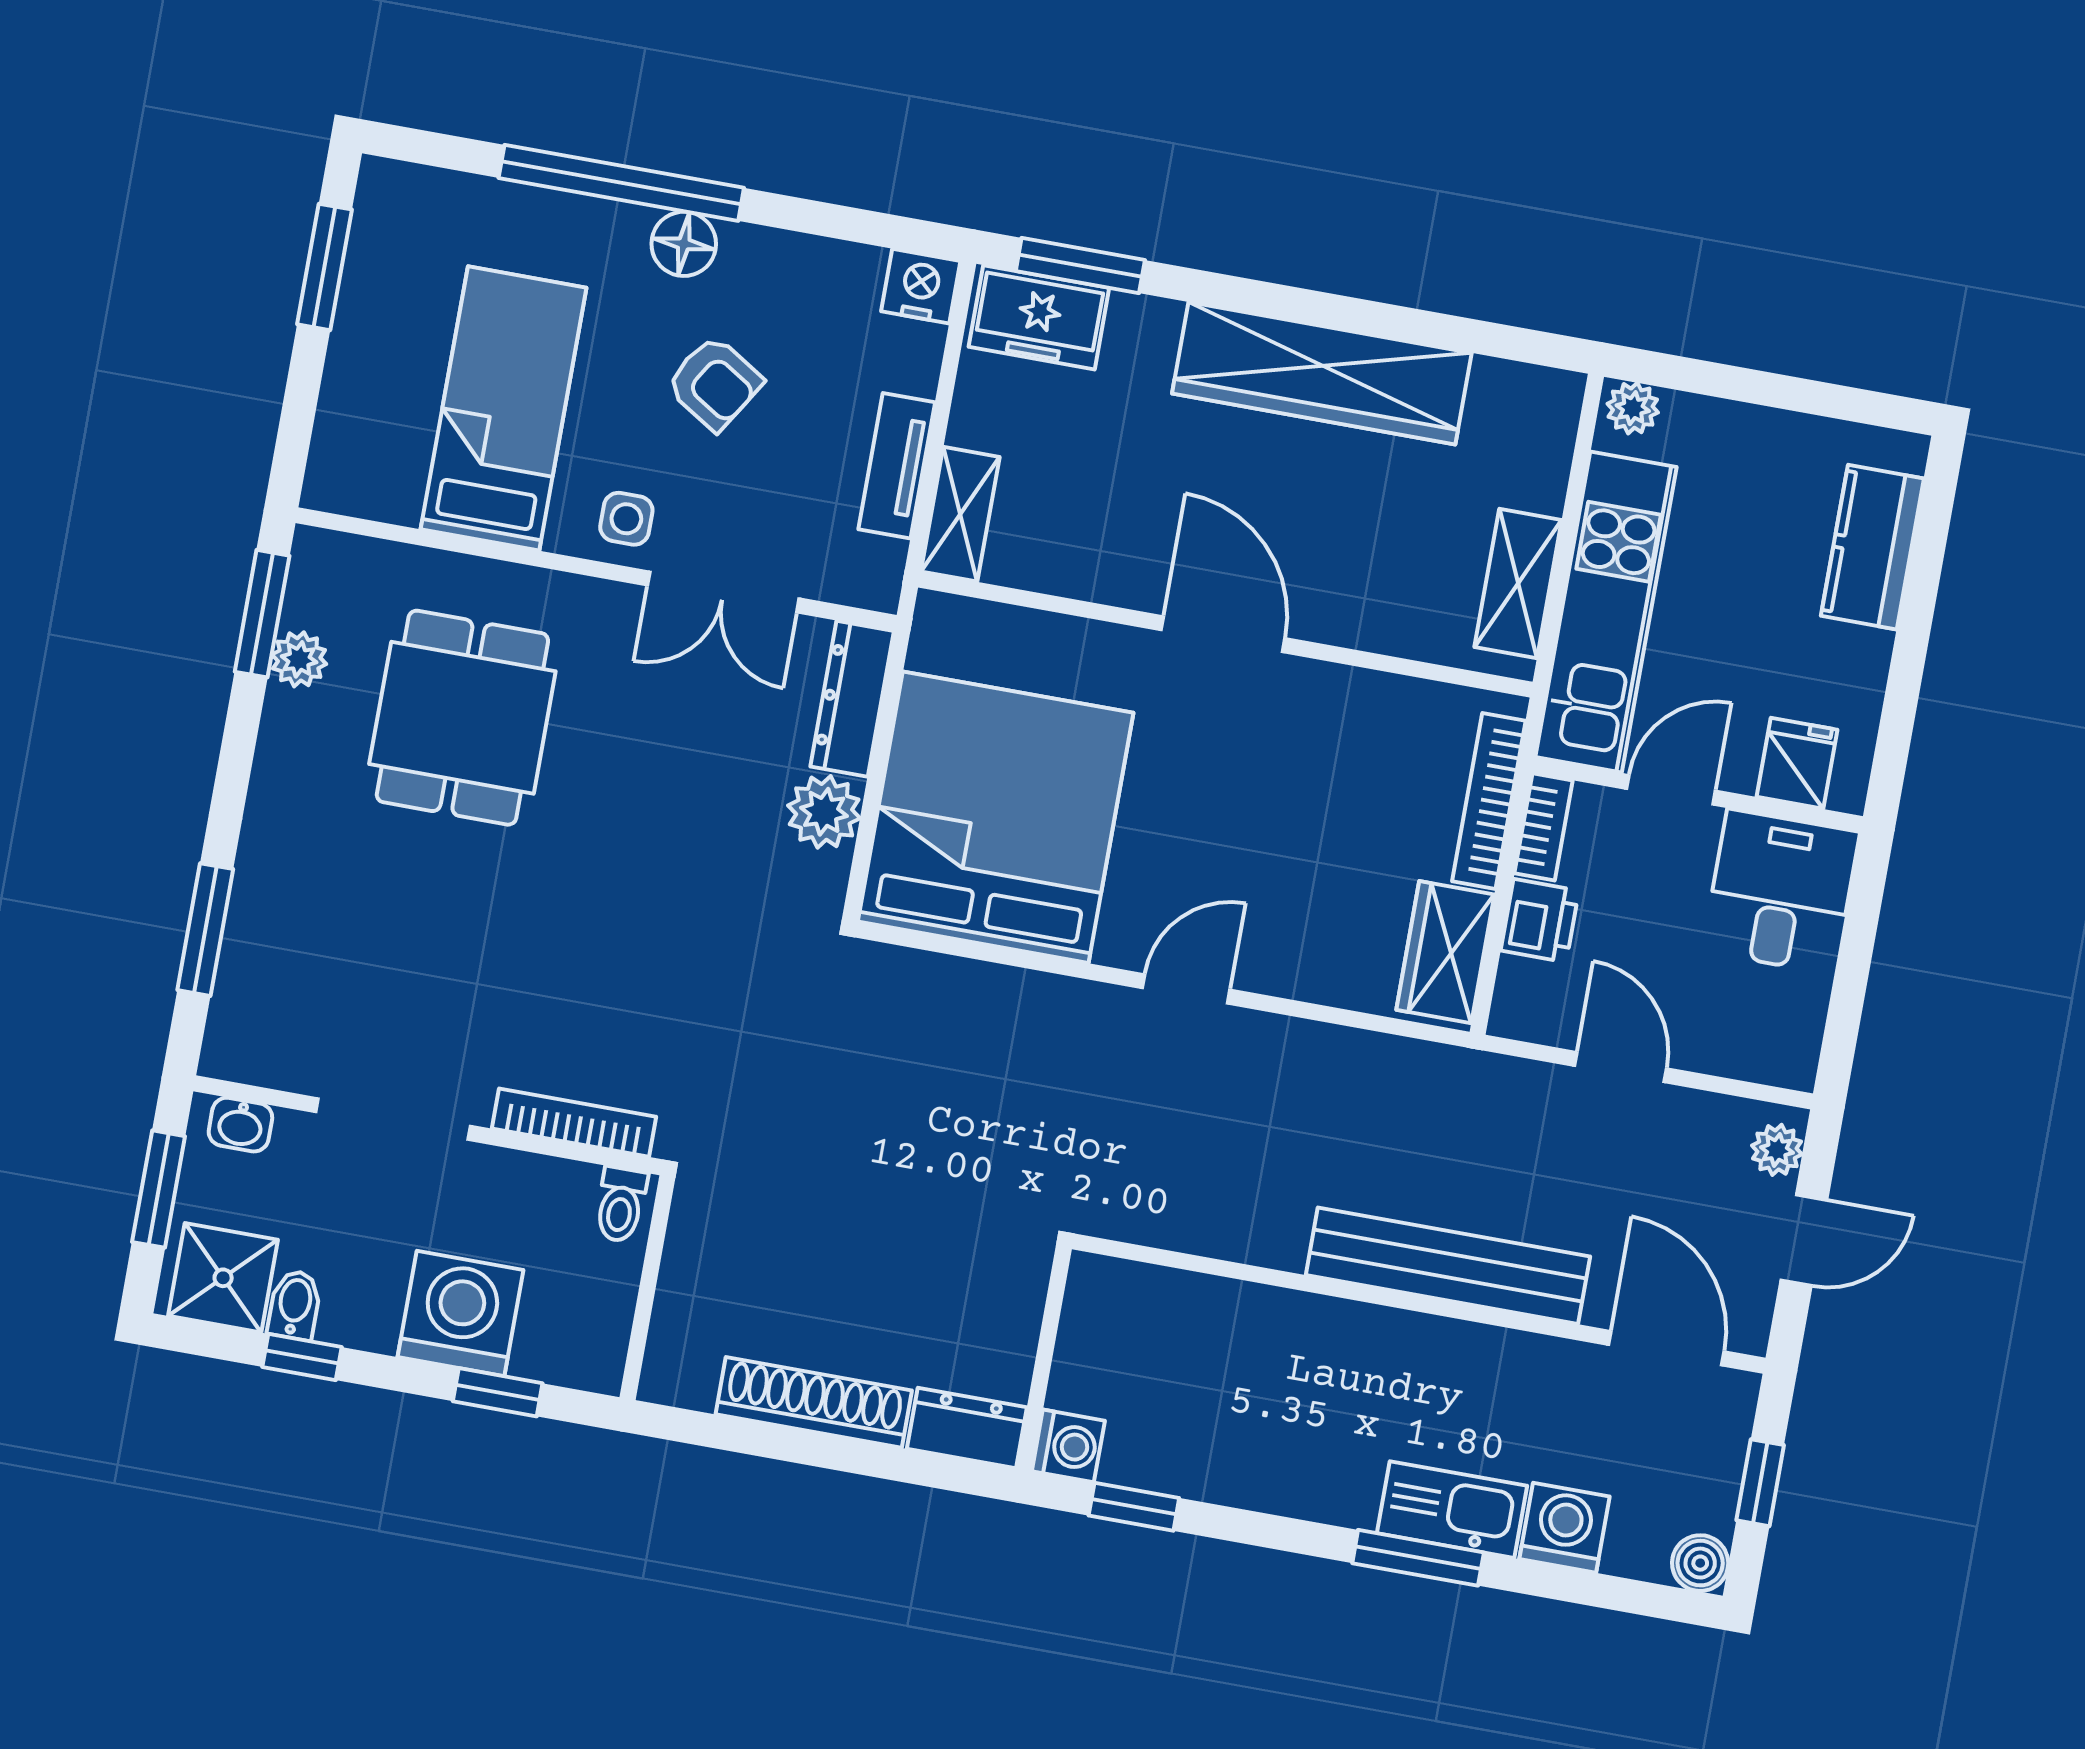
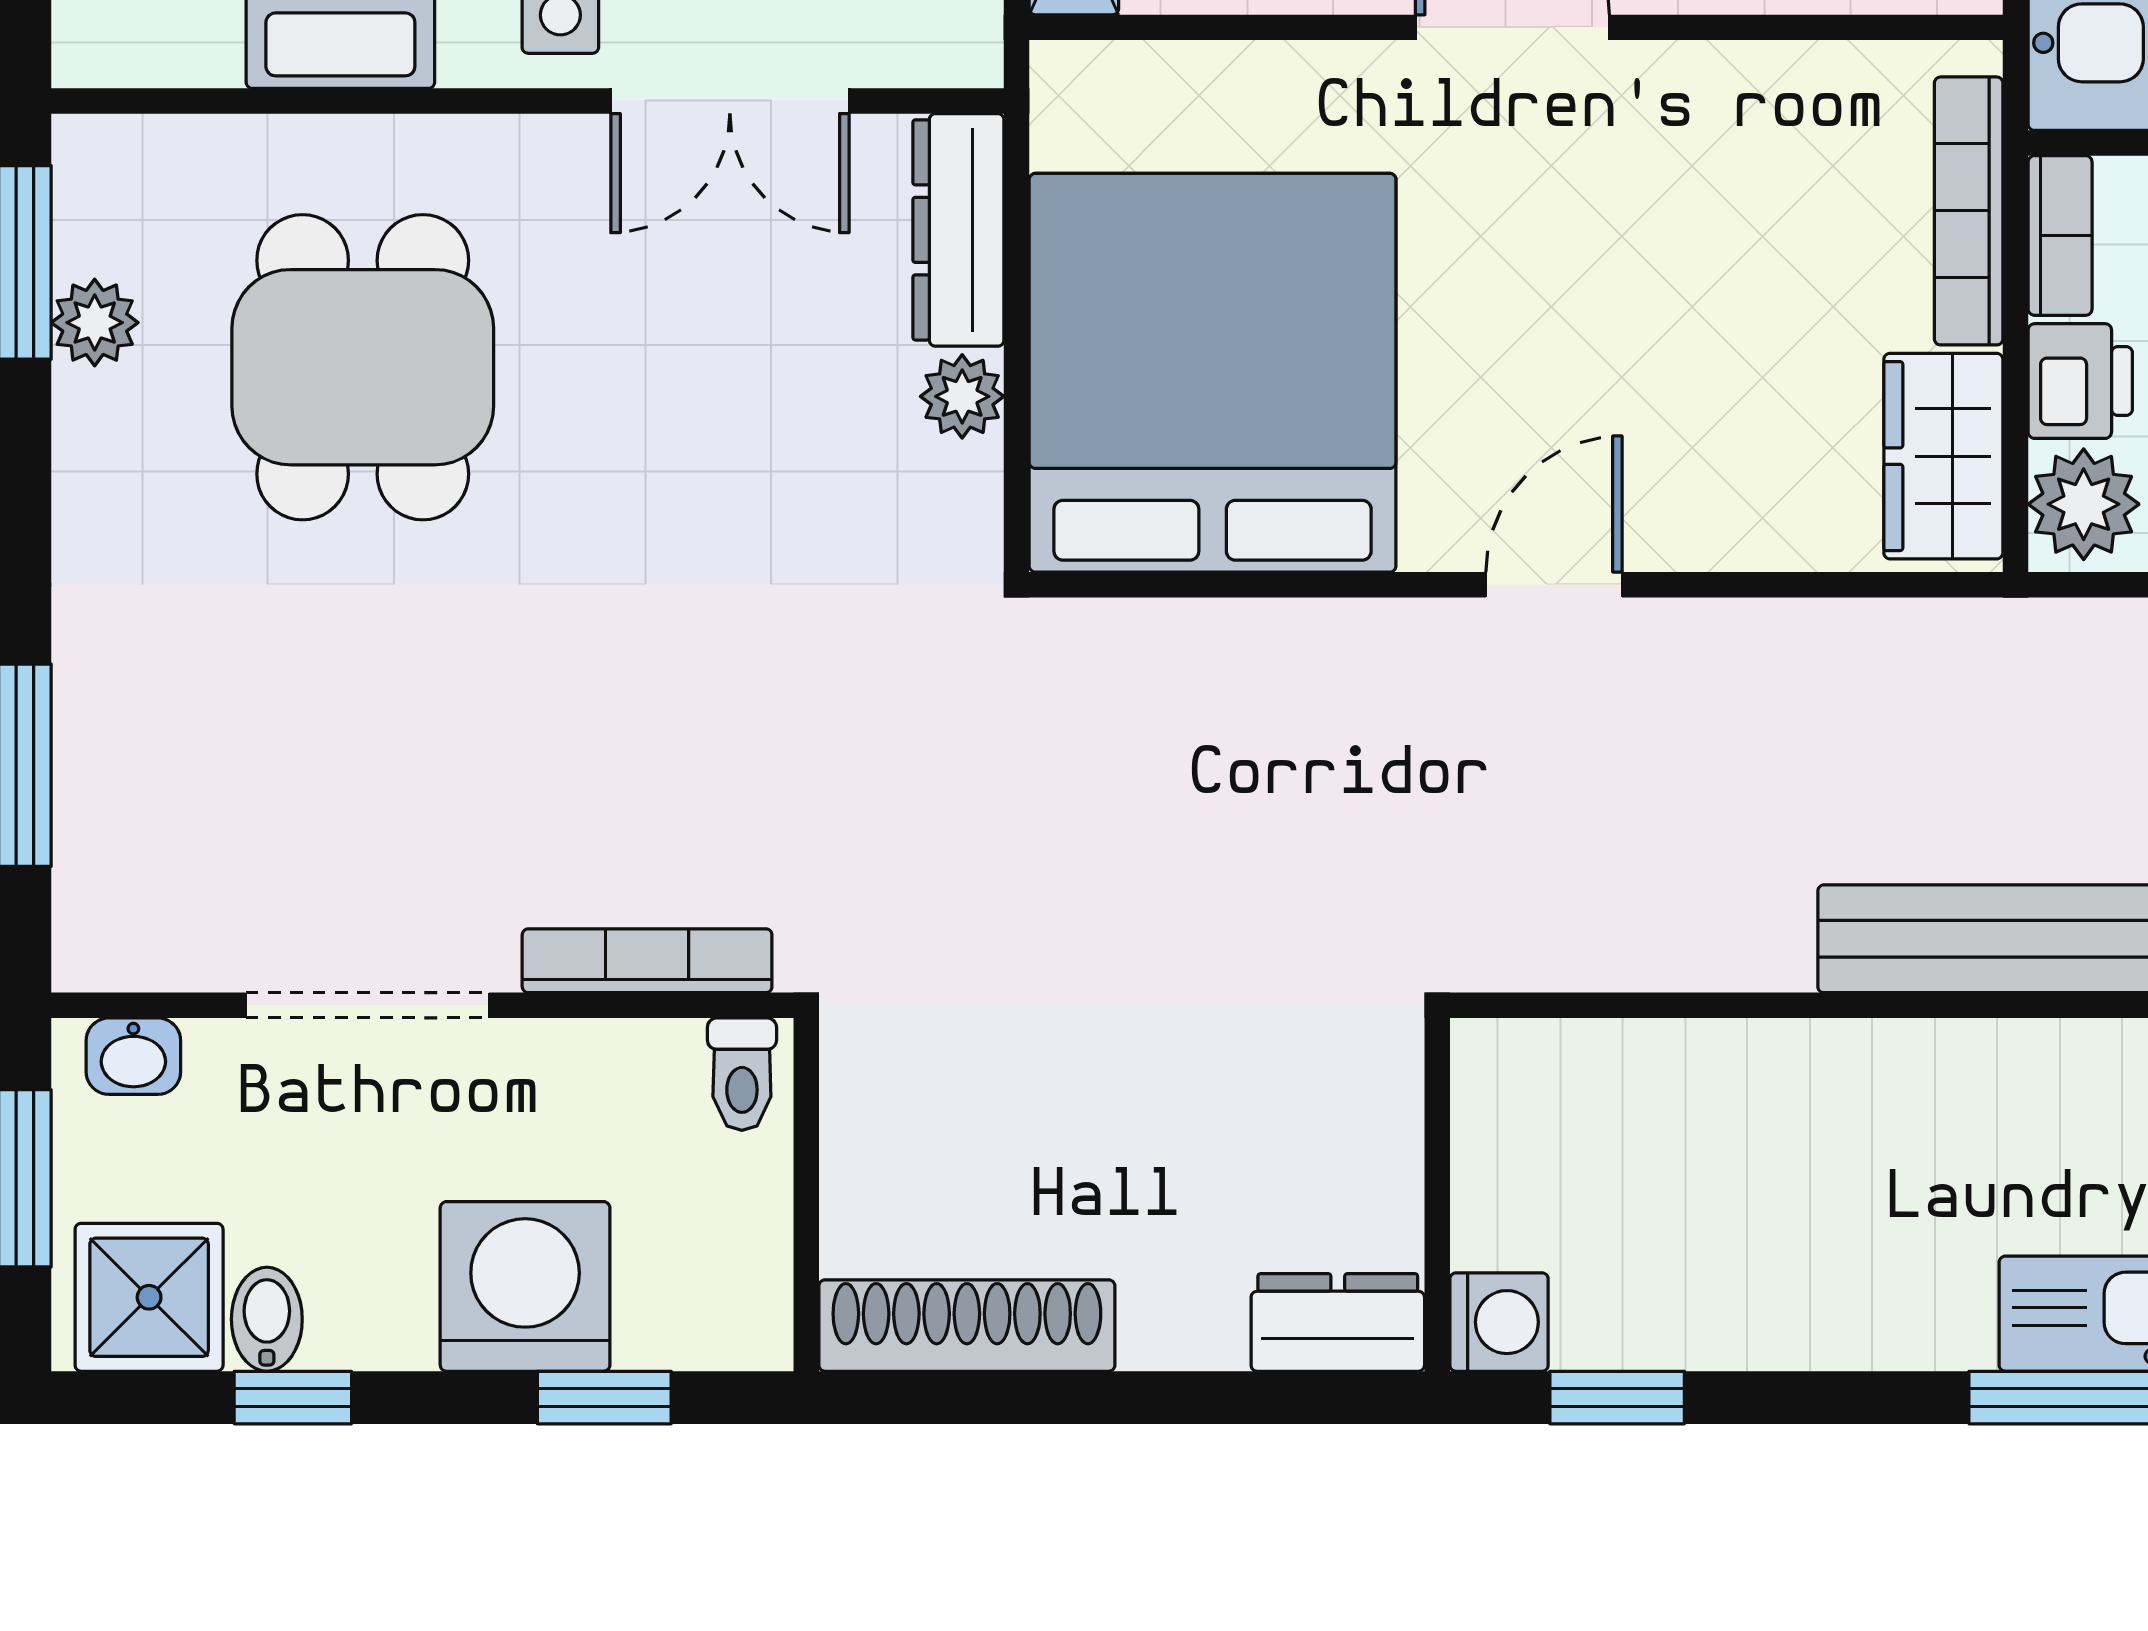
plant: (824, 812) -> (962, 396), width x0.73, depth x0.73
plant: (1528, 998) -> (2084, 504), added
shoe rack: (814, 1402) -> (967, 1326), moved

